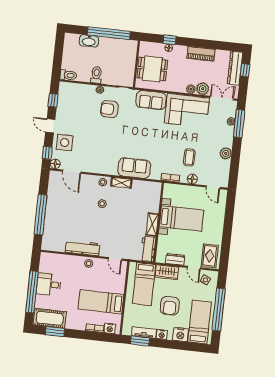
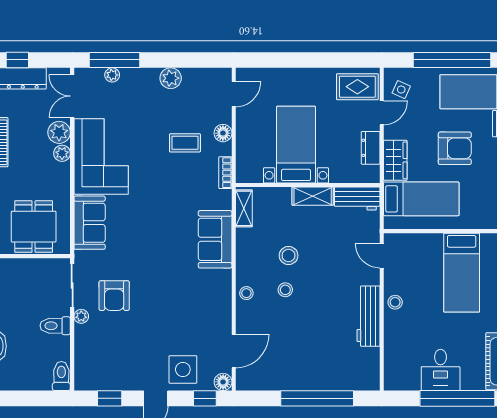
shelving: (121, 183) -> (244, 208), moved
stool: (121, 208) -> (289, 255), added
door: (115, 259) -> (382, 256), swing flipped

